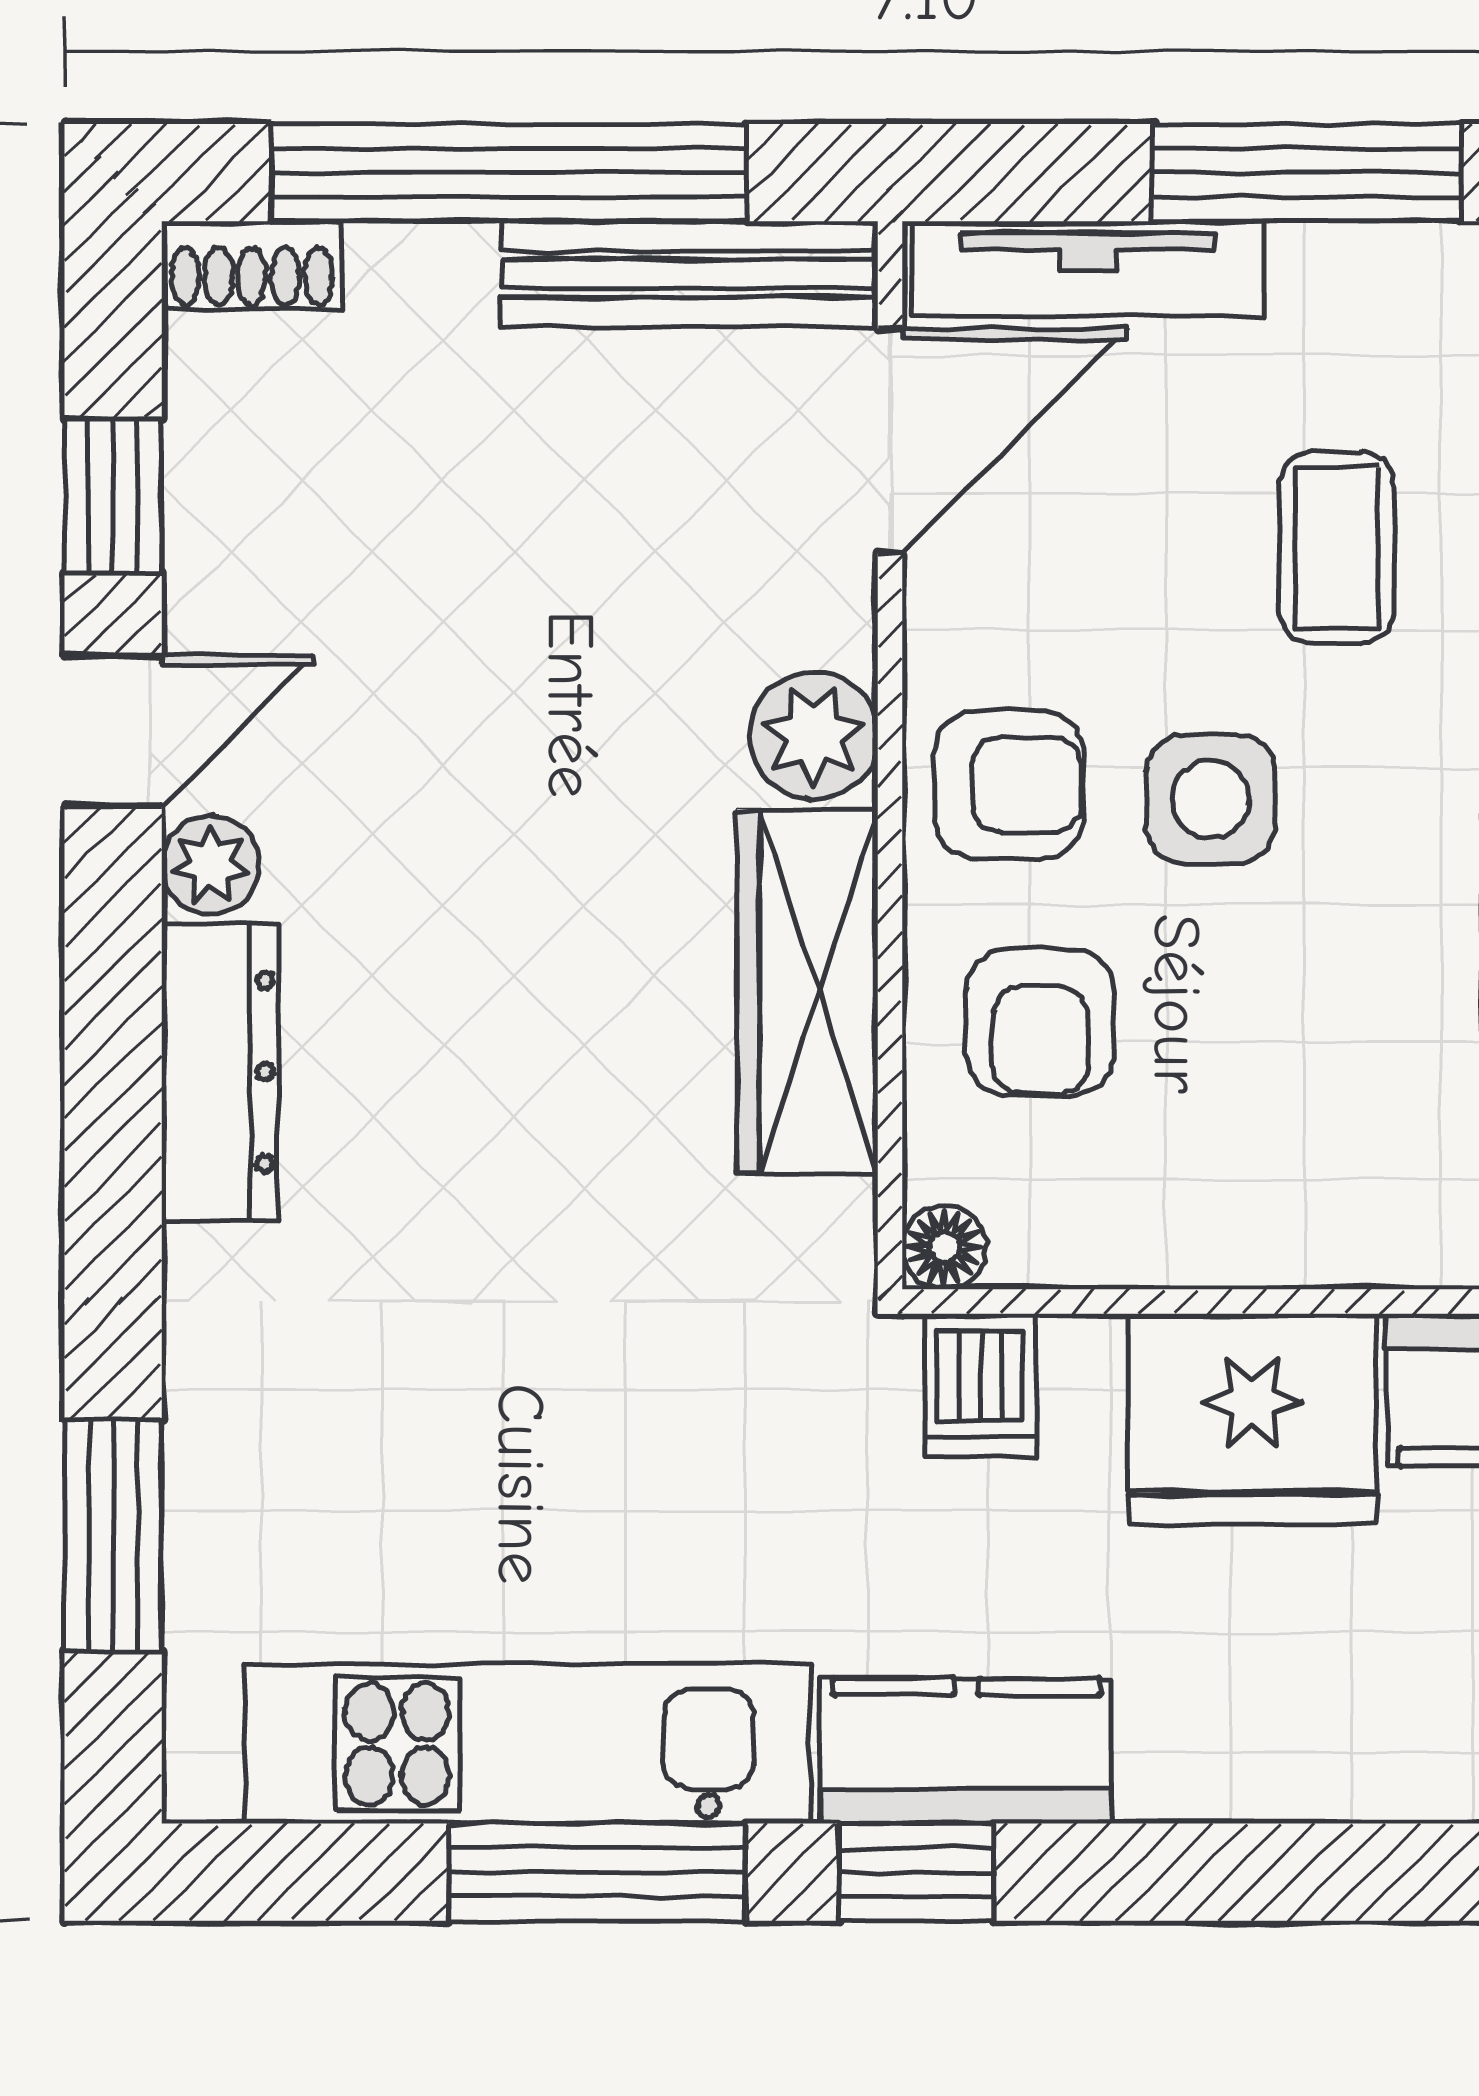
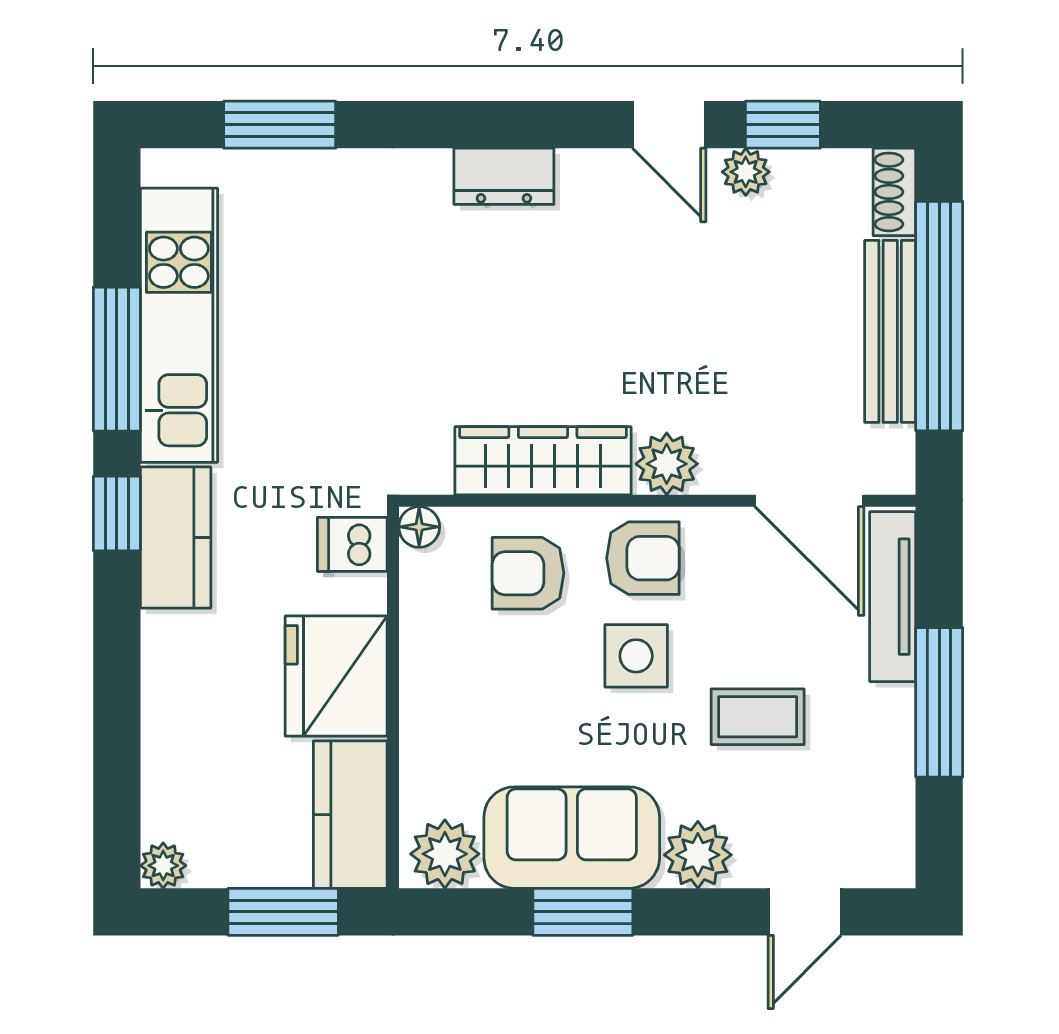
bench: (690, 274) -> (890, 331), moved
armchair: (1009, 785) -> (643, 558), turned -90
plant: (211, 865) -> (746, 172), moved
dresser: (220, 1072) -> (504, 176), width x0.70

